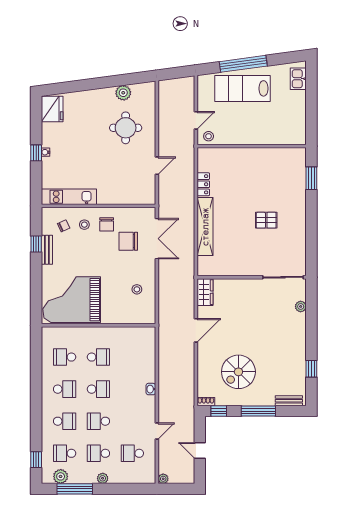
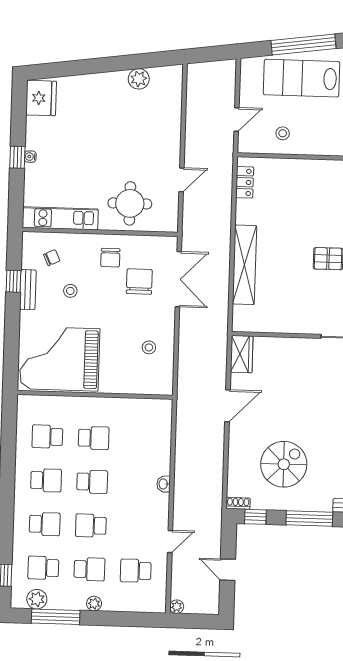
round table: (126, 128) -> (130, 203), moved
stool: (209, 136) -> (283, 133), moved
locker: (203, 184) -> (245, 182), moved
stool: (84, 225) -> (70, 291), moved
chair: (128, 241) -> (139, 282), turned 90
spiral stairs: (238, 372) -> (284, 464), turned 180
school desk: (98, 453) -> (89, 569), turned 180

